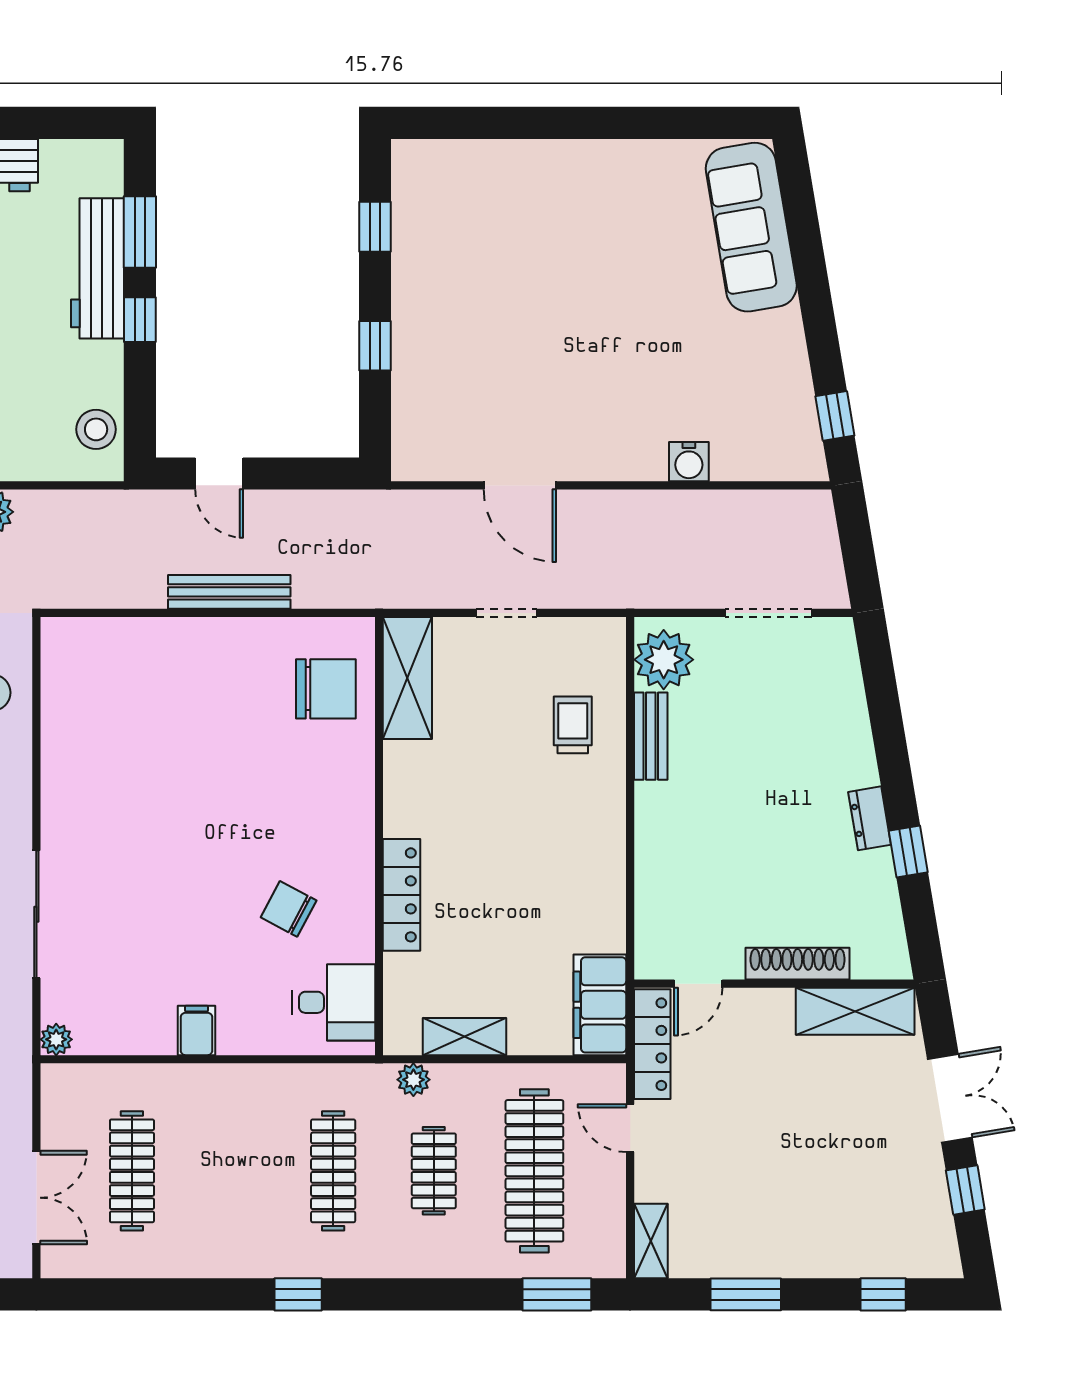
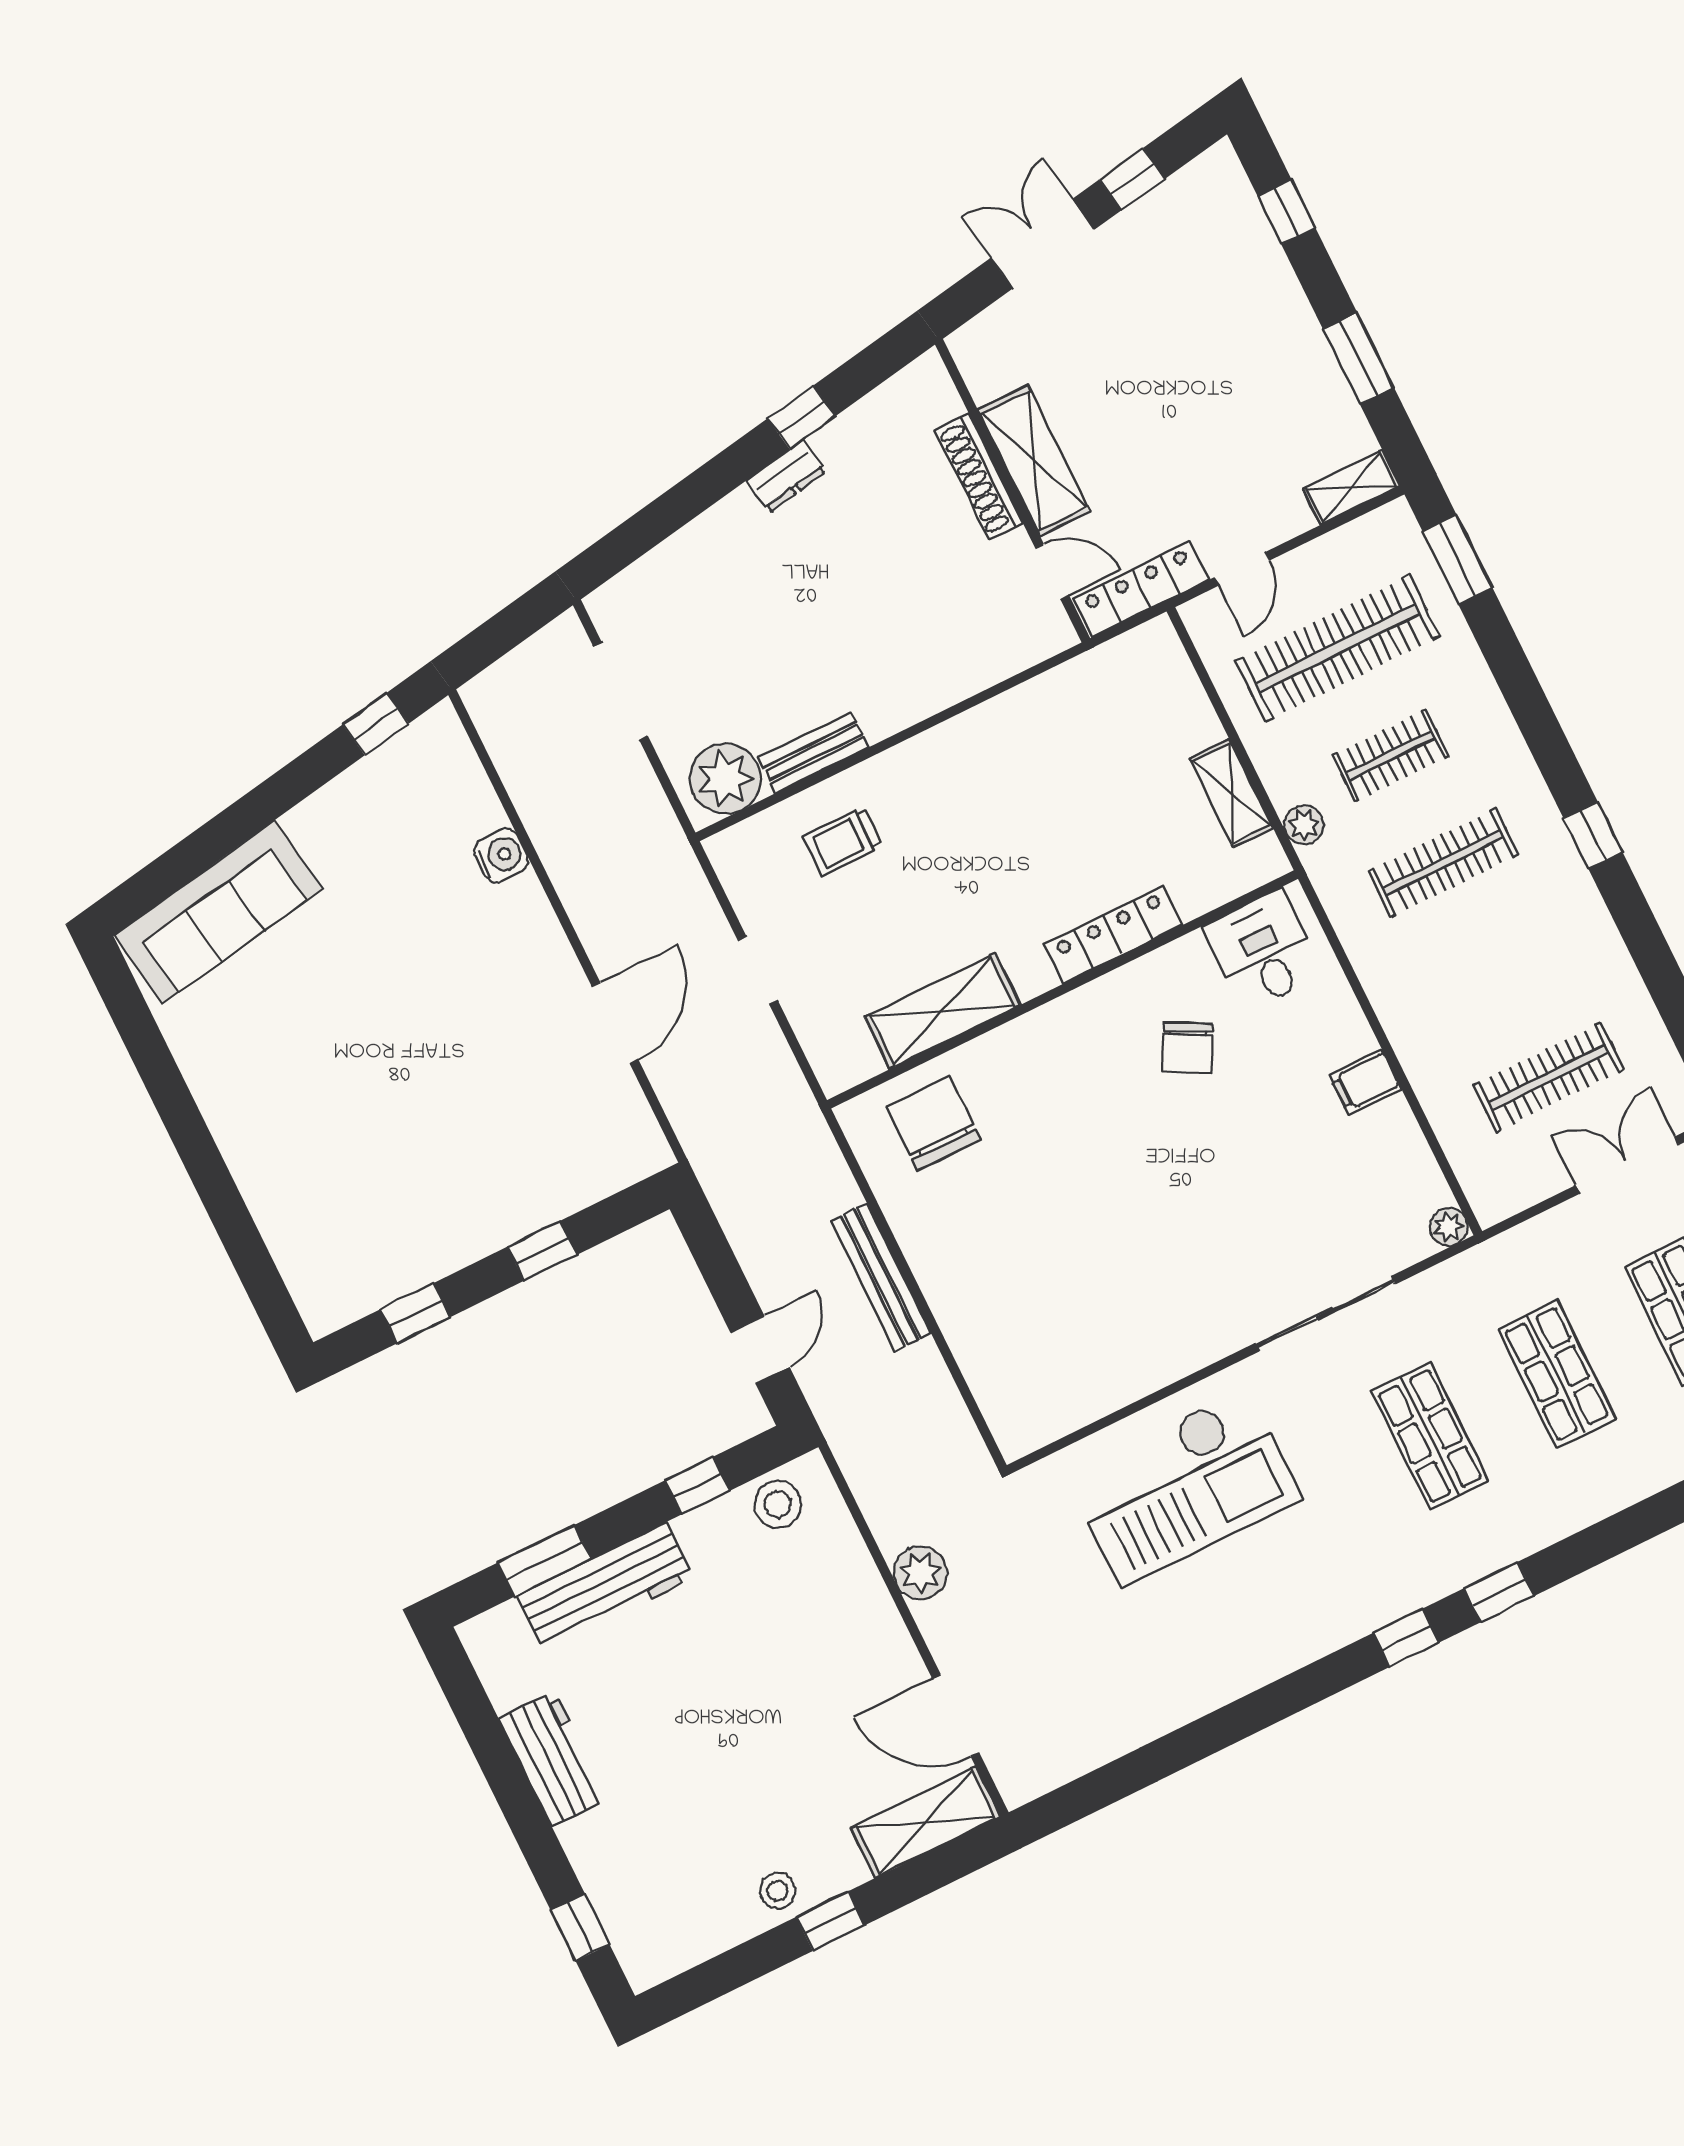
window: (140, 320) -> (697, 1485), moved
shelving: (407, 678) -> (942, 1011), moved
filing cabinet: (600, 1005) -> (1127, 666), removed
shelving: (855, 1011) -> (1034, 460), moved

